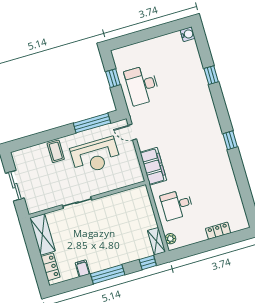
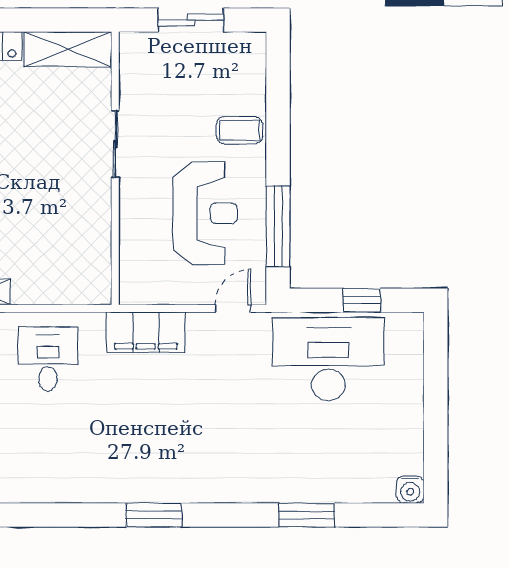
window: (211, 75) -> (307, 515), width x1.50
desk: (142, 85) -> (328, 359), width x1.36, depth x1.30
window: (230, 140) -> (154, 515), width x1.50
reception desk: (95, 156) -> (205, 213), turned 180

